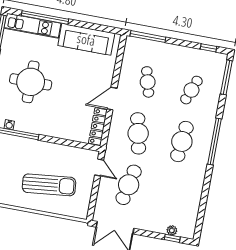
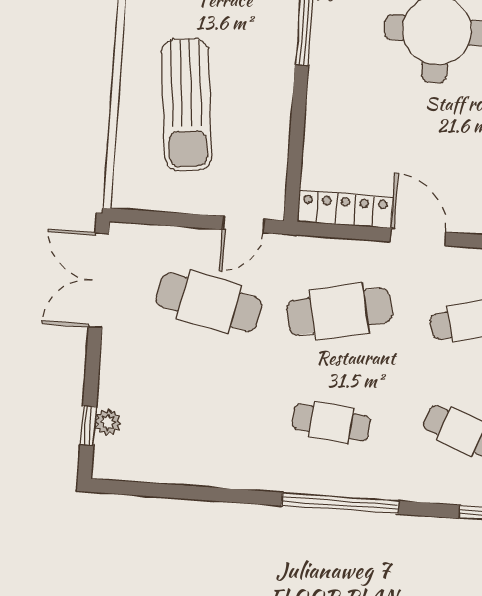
cafe table: (182, 141) -> (331, 422), width x0.73, depth x0.74

